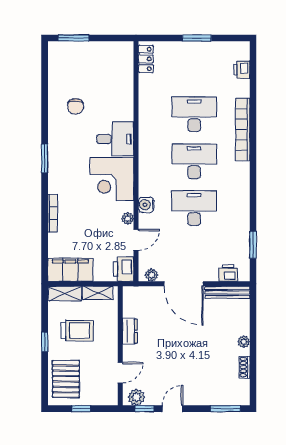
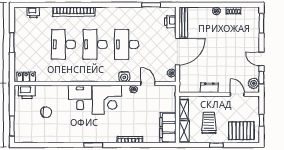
chair: (76, 106) -> (46, 112), moved
printer: (124, 269) -> (27, 92), moved

